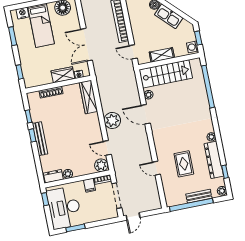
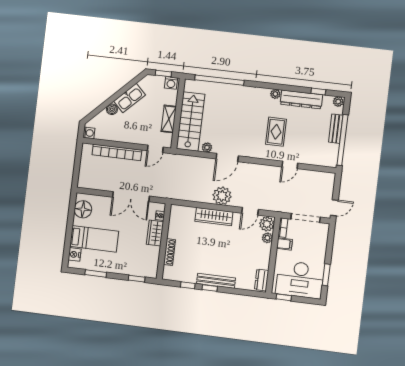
wardrobe: (88, 97) -> (214, 217), moved
rug: (184, 164) -> (276, 132), moved, turned 90
plant: (68, 174) -> (267, 238), moved
door: (133, 216) -> (334, 208), hinge flipped

